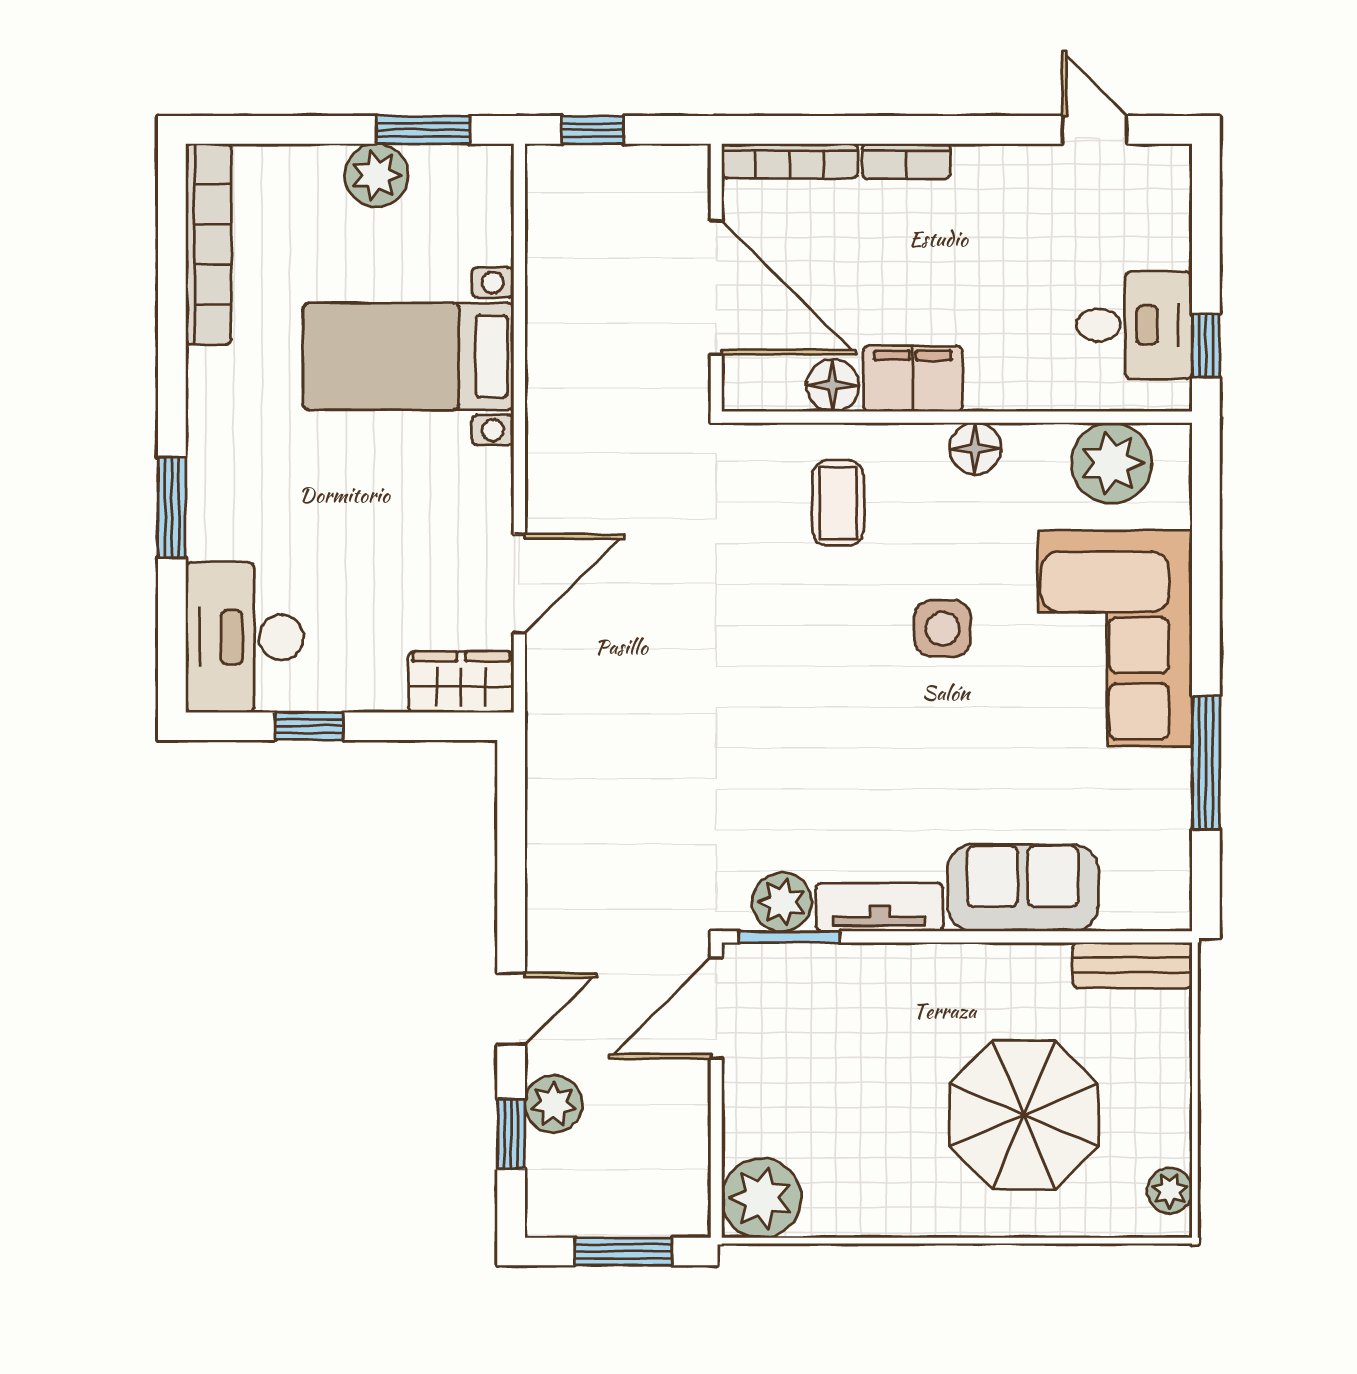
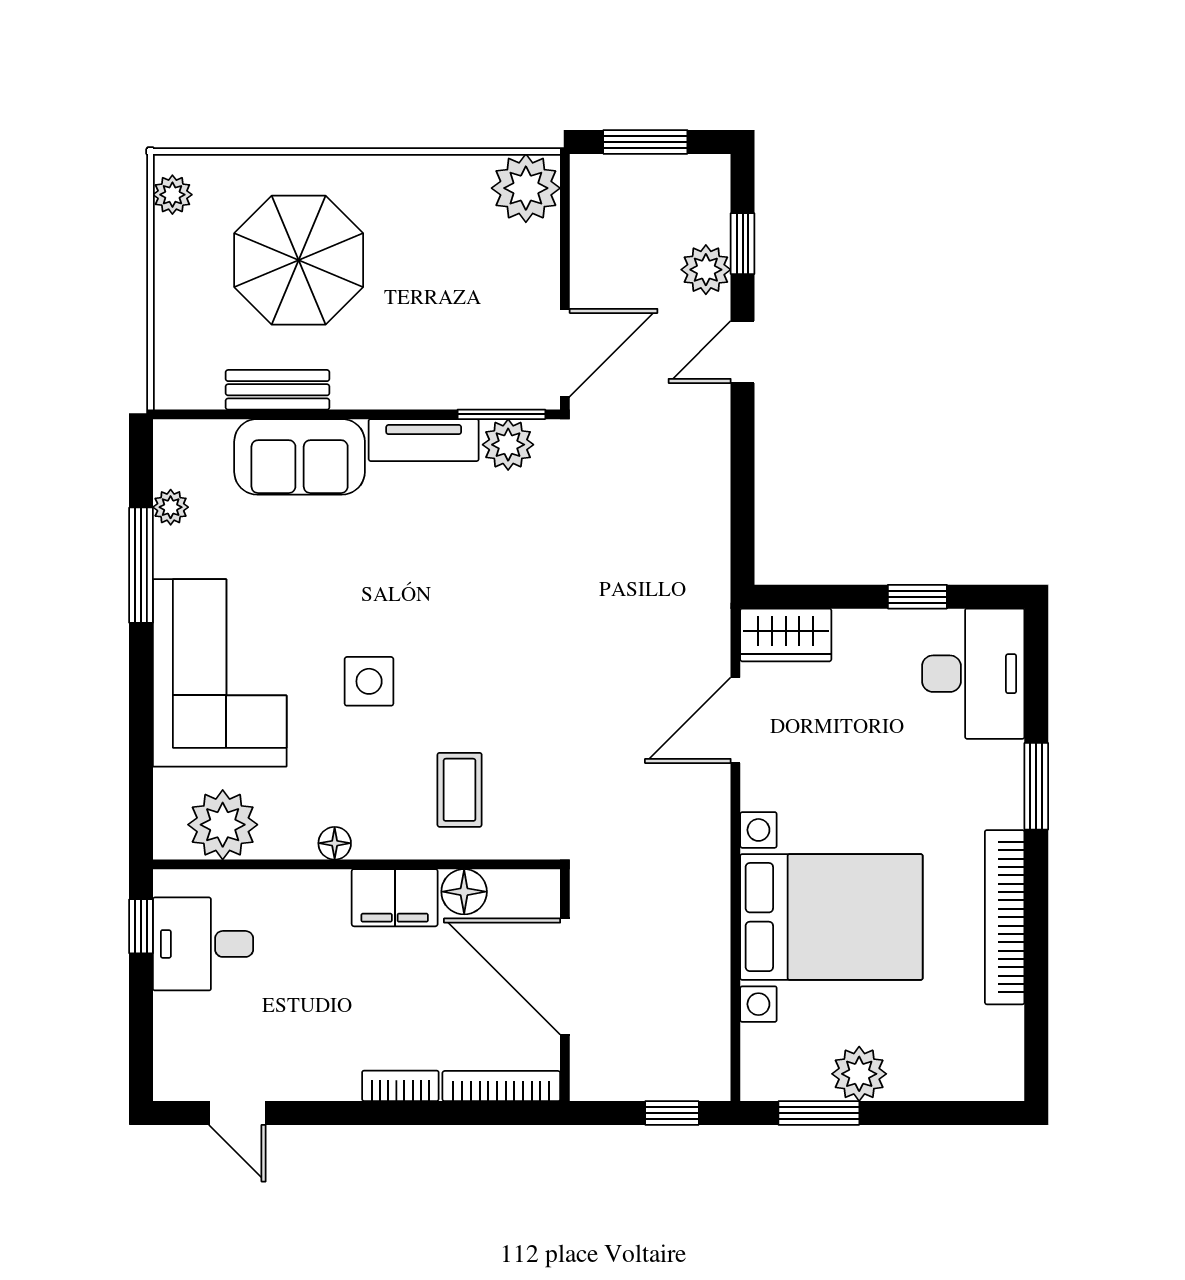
bookcase: (208, 244) -> (1005, 917), moved
bed with nightstands: (408, 356) -> (831, 917), width x1.36
floor lamp: (975, 448) -> (335, 843), width x0.73, depth x0.73
plant: (1172, 830) -> (171, 507), added
bench: (1132, 965) -> (278, 390), moved

